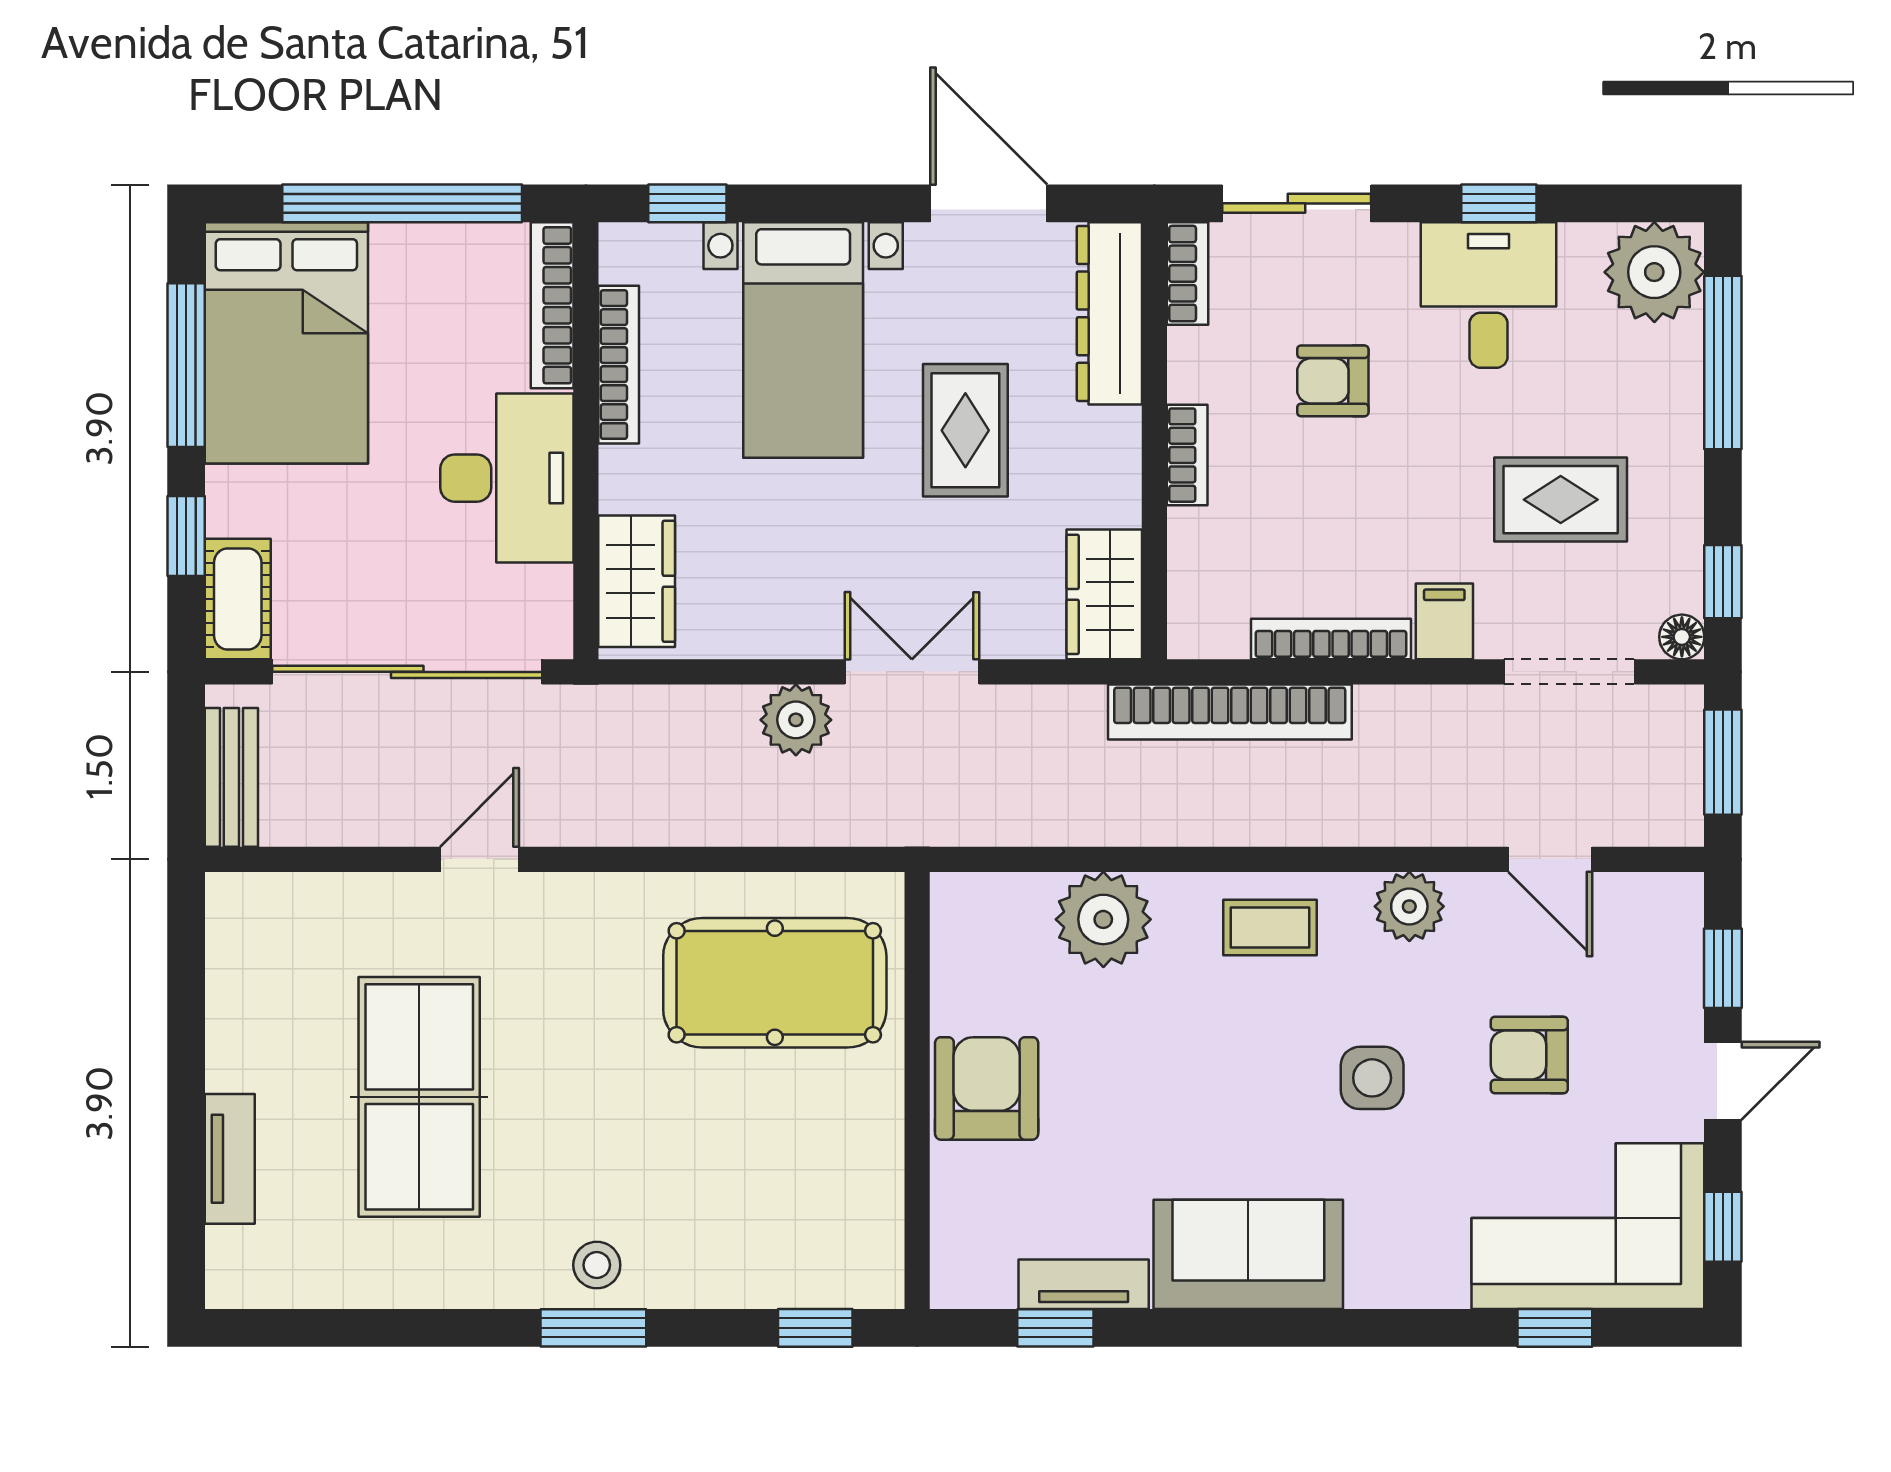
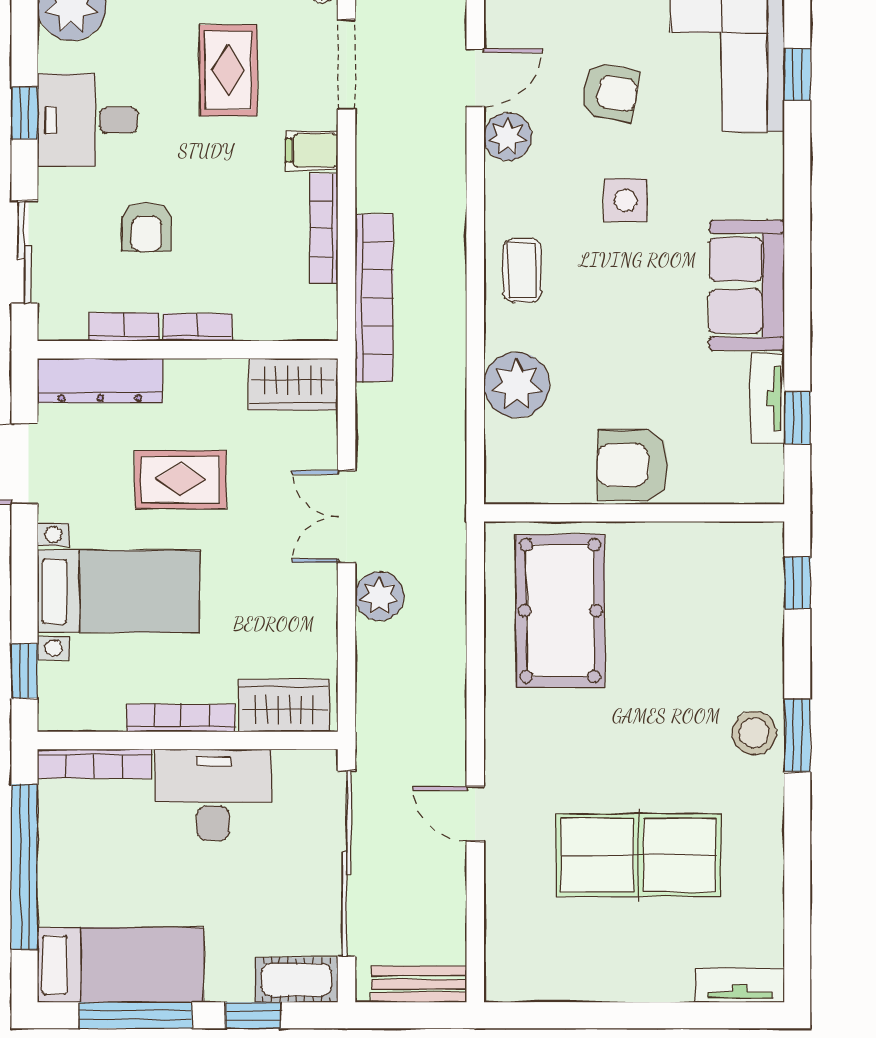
bookcase: (1188, 274) -> (124, 327), moved
bed: (286, 343) -> (120, 965), width x0.67
bookcase: (619, 365) -> (181, 718), moved
plant: (1409, 906) -> (508, 137), moved
armchair: (1529, 1055) -> (610, 92), turned -79
tv unit: (230, 1159) -> (740, 985), moved
stool: (597, 1265) -> (754, 733), width x1.37, depth x1.37

